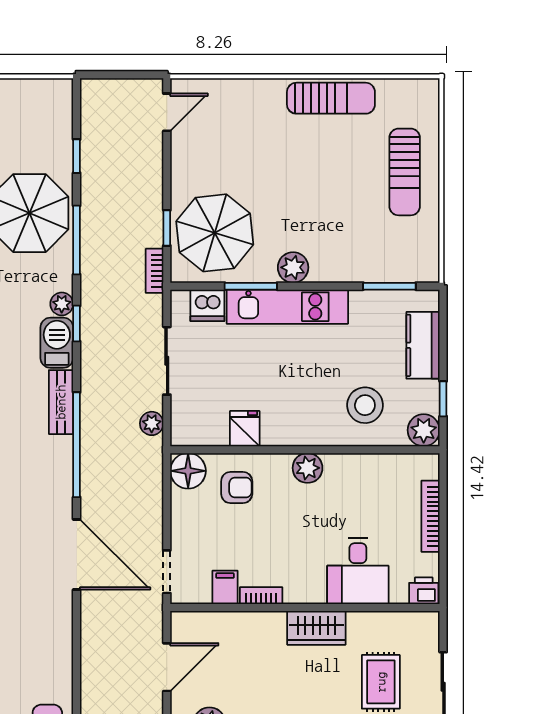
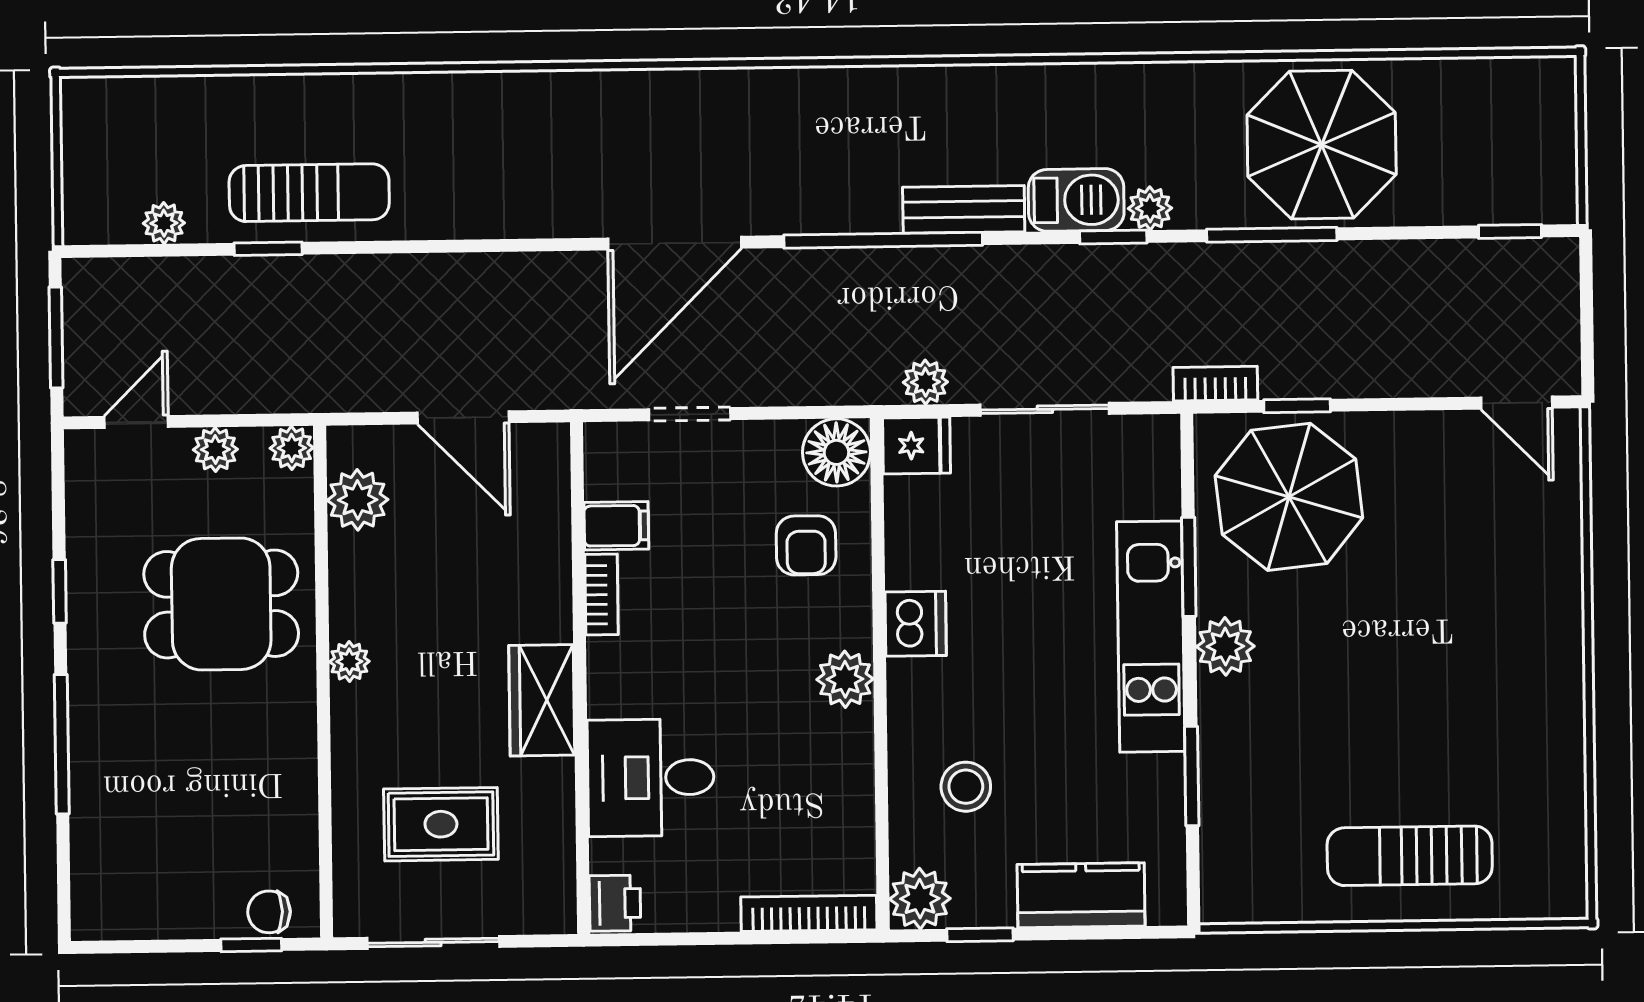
sun lounger: (331, 98) -> (1548, 714), removed
window: (77, 156) -> (1510, 231), moved
window: (389, 286) -> (1192, 776), moved
dishwasher: (207, 305) -> (916, 624), moved, turned 180
stool: (365, 405) -> (966, 787), width x0.73, depth x0.73
fridge: (245, 429) -> (917, 446), moved
bookcase: (431, 516) -> (809, 913), moved
doorway: (167, 572) -> (690, 414), moved

